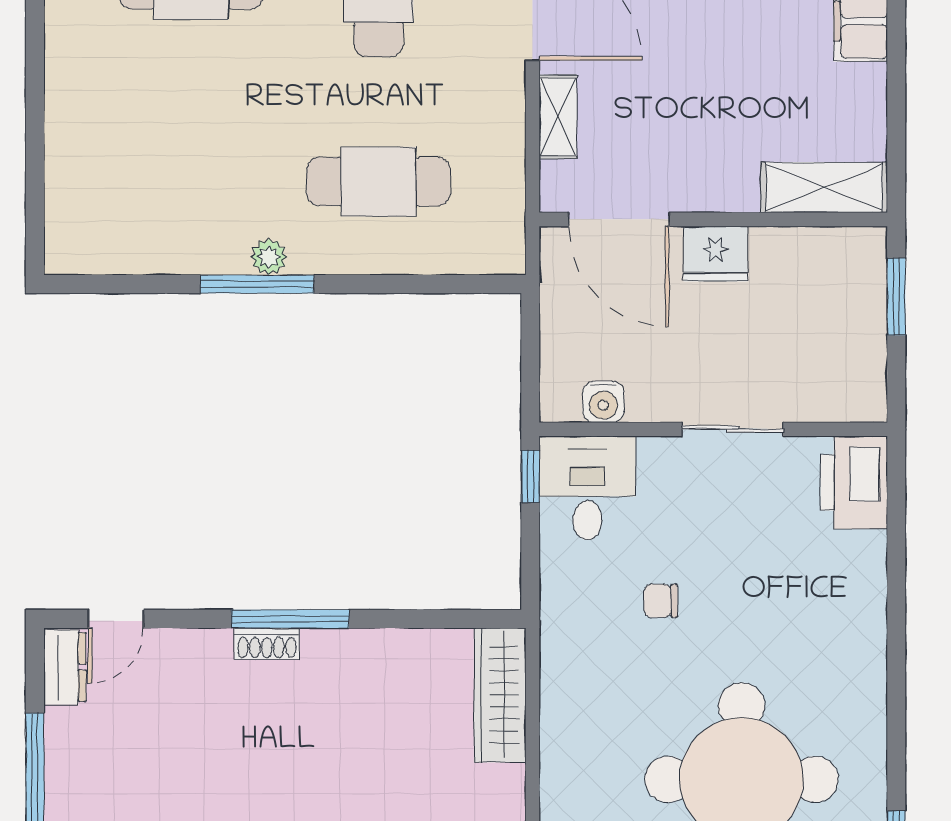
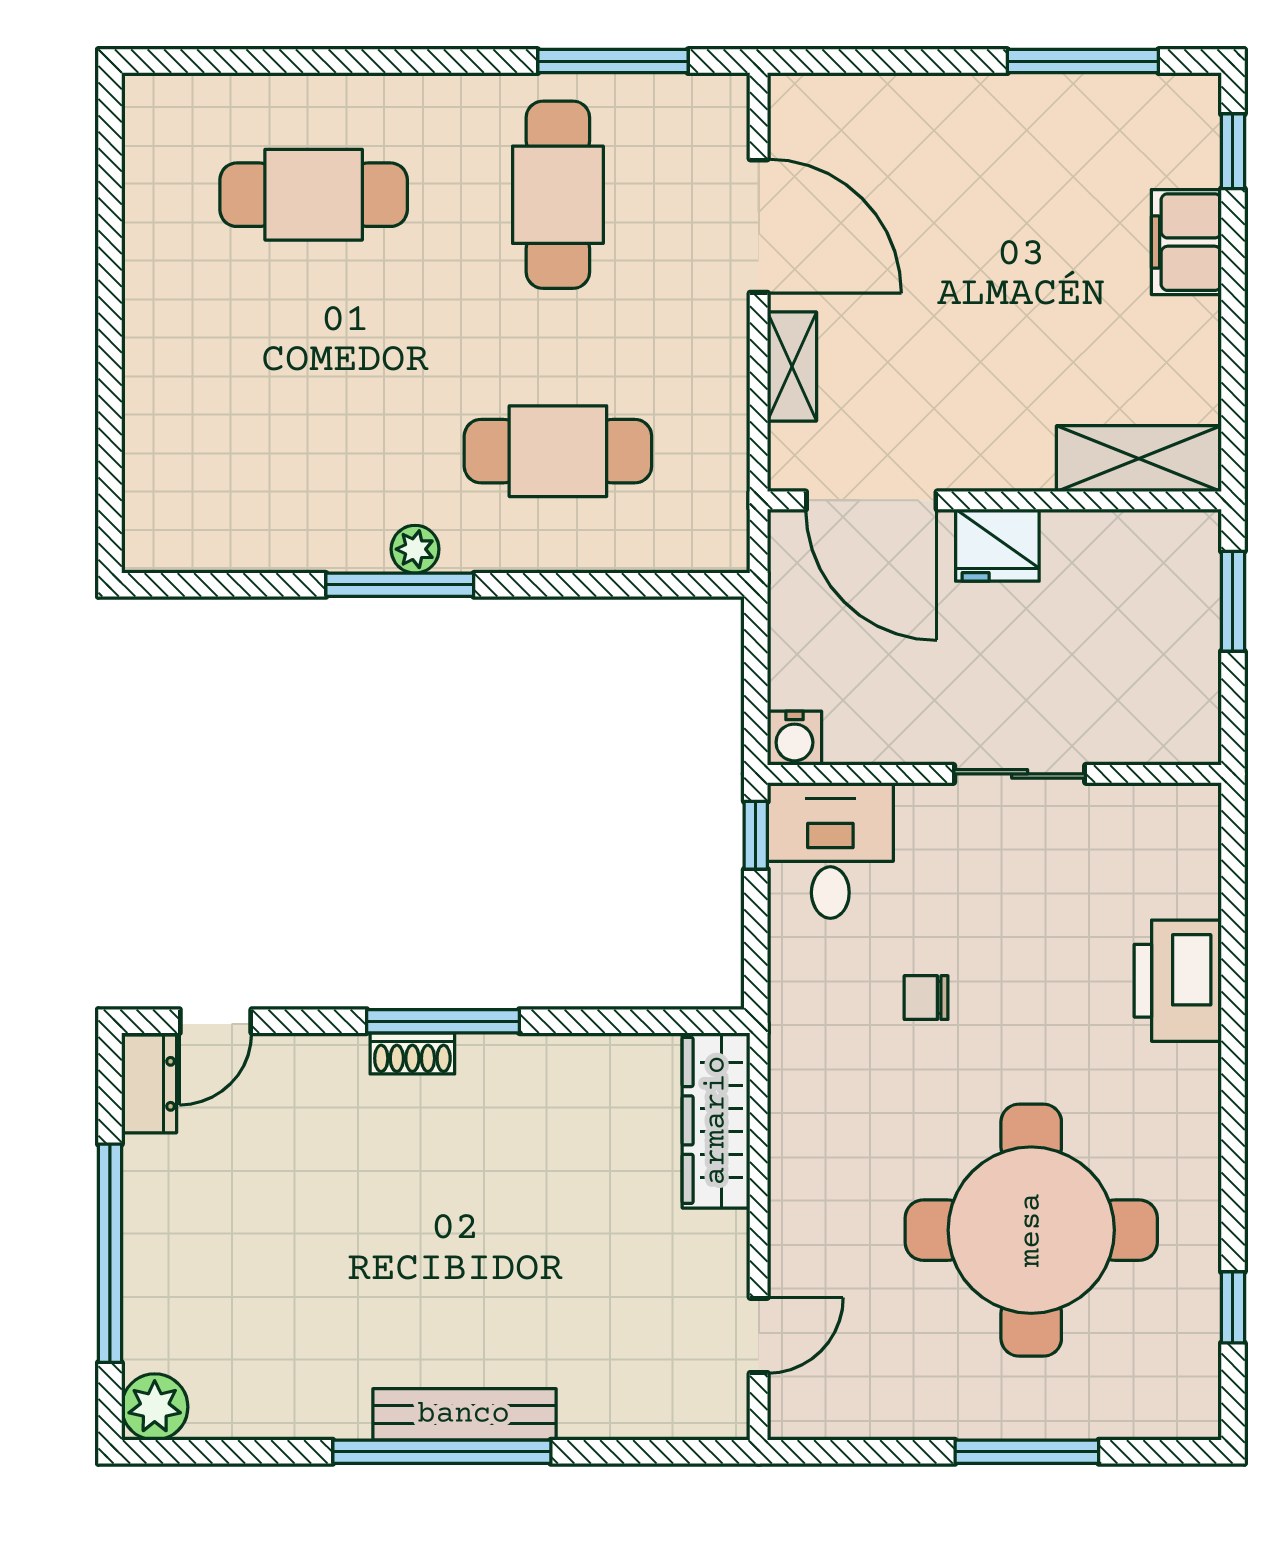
water cooler: (603, 402) -> (794, 738), moved
printer: (854, 482) -> (1178, 981), moved

